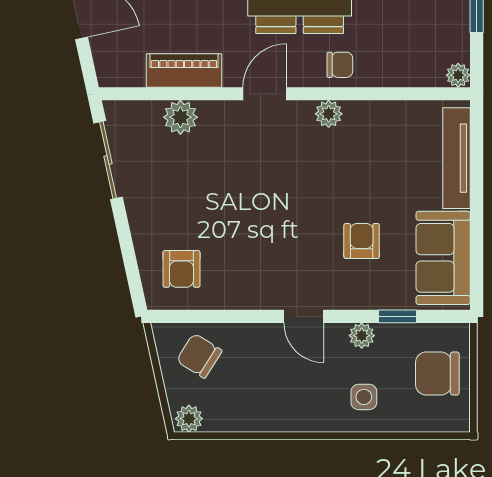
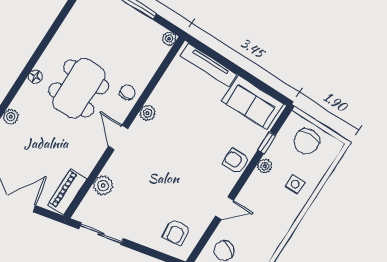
piano: (184, 70) -> (67, 192), moved
armchair: (362, 241) -> (236, 161), moved
armchair: (181, 269) -> (177, 232), turned 84
door: (304, 316) -> (225, 208), moved

